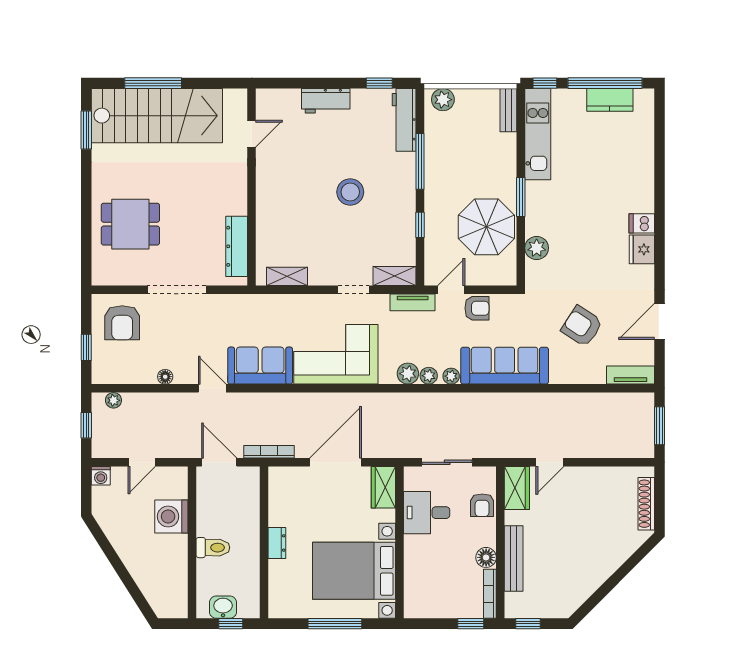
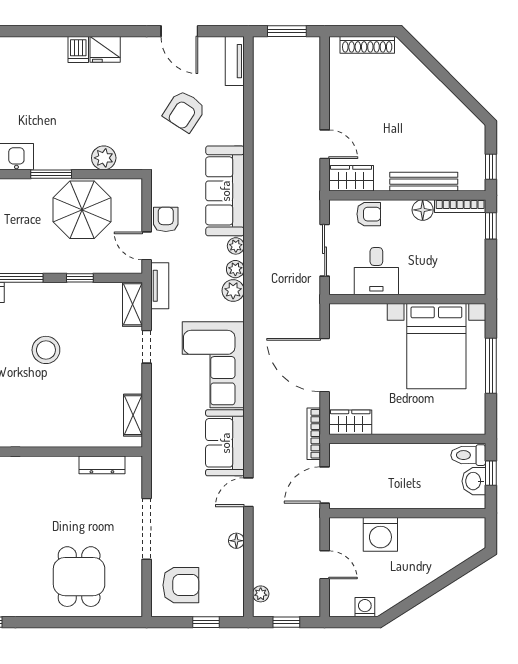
dresser: (237, 246) -> (102, 465), width x0.73, depth x0.80
washing machine: (101, 476) -> (365, 607), moved, turned -90
wardrobe: (383, 487) -> (350, 422), moved, turned 180
dresser: (277, 543) -> (408, 426), removed
toilet: (213, 548) -> (468, 455), moved, turned -90

